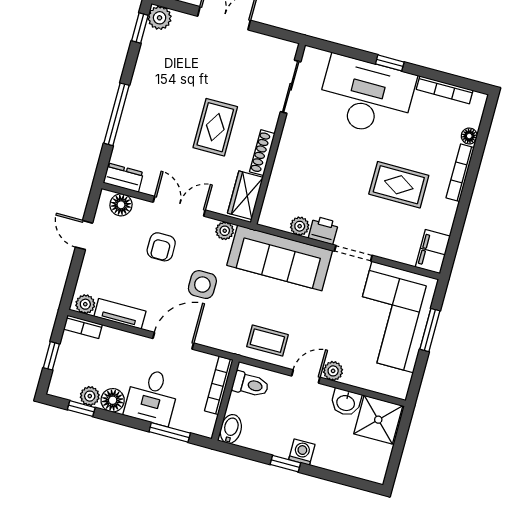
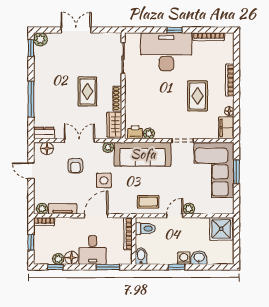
floor lamp: (469, 136) -> (229, 111), moved
rug: (399, 185) -> (198, 96), turned 90
printer: (323, 230) -> (135, 132), moved
washbasin: (346, 402) -> (199, 258), moved, turned 180

